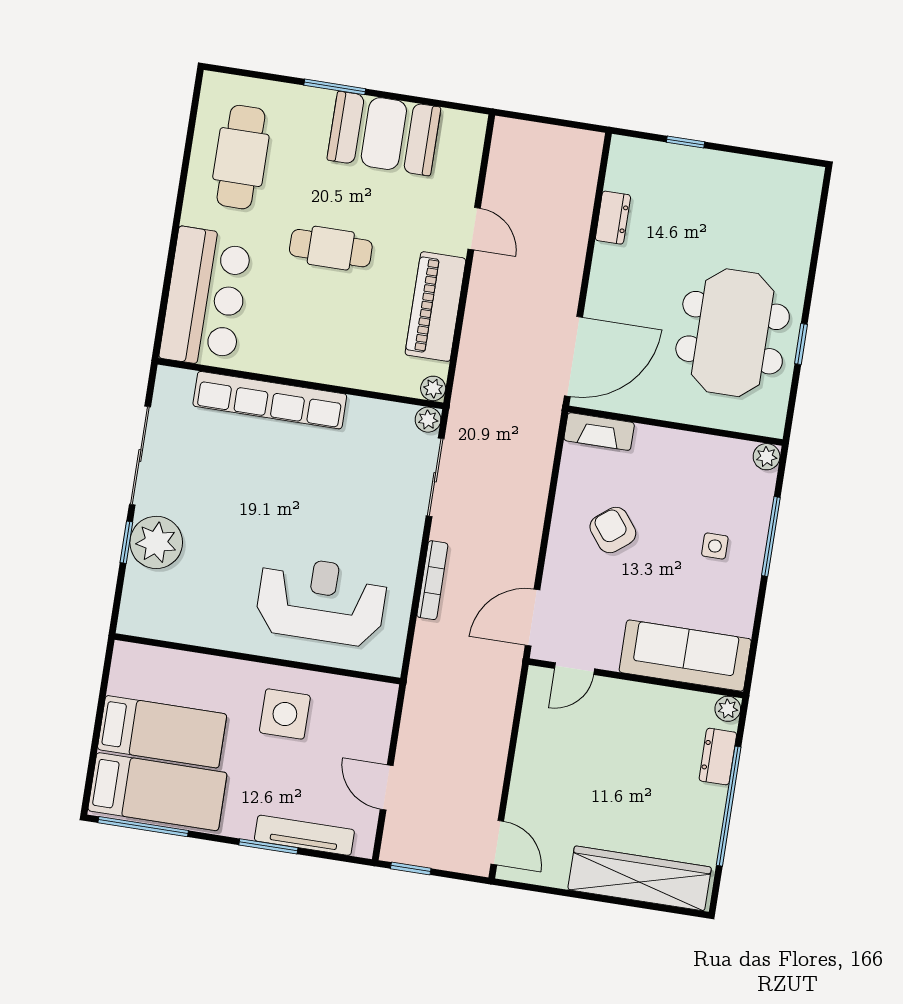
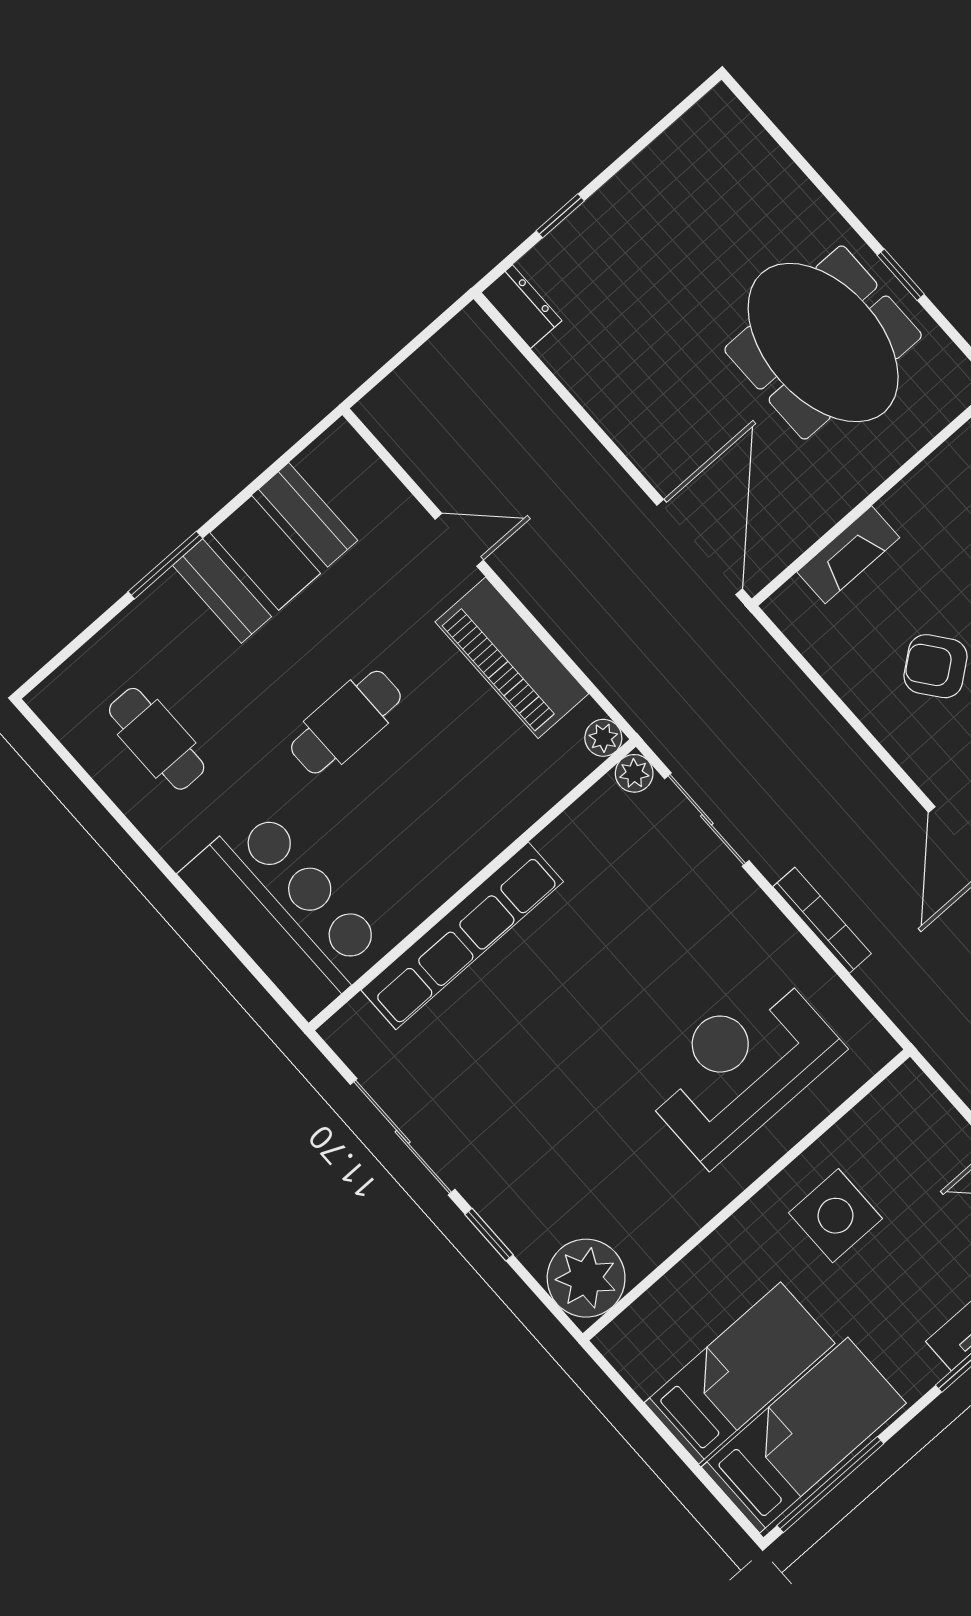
cafe table: (241, 157) -> (157, 739), width x0.73, depth x0.74
dresser: (613, 218) -> (521, 307), moved
fireplace: (599, 432) -> (848, 555), moved
plant: (156, 542) -> (586, 1278), moved

